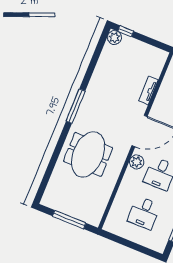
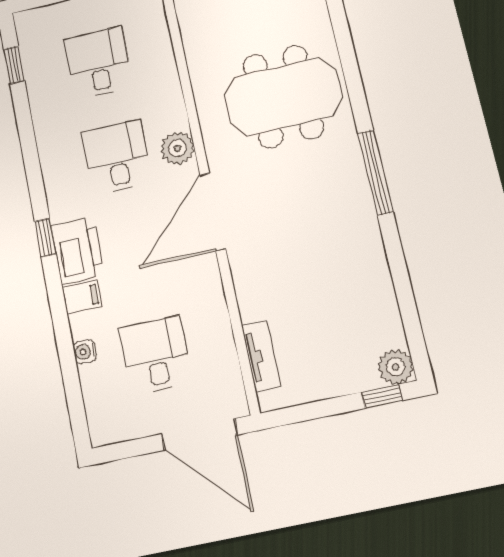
tv unit: (148, 90) -> (261, 356), moved
meeting table: (88, 154) -> (283, 97), turned 90

